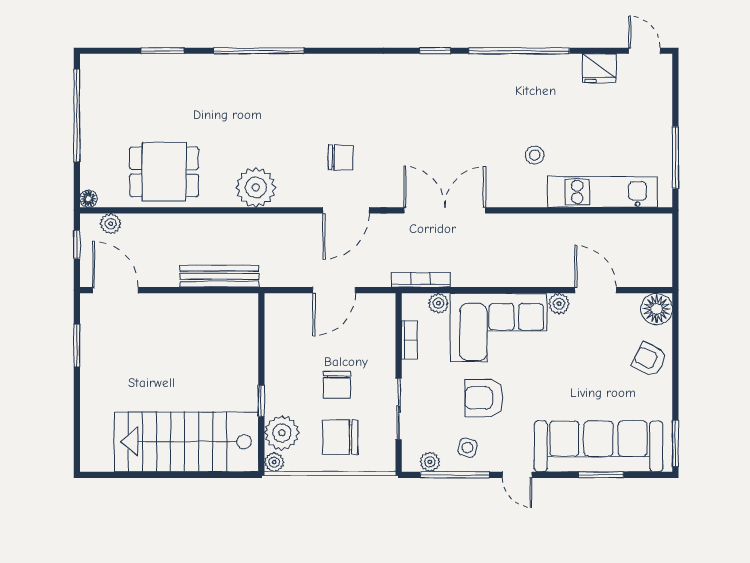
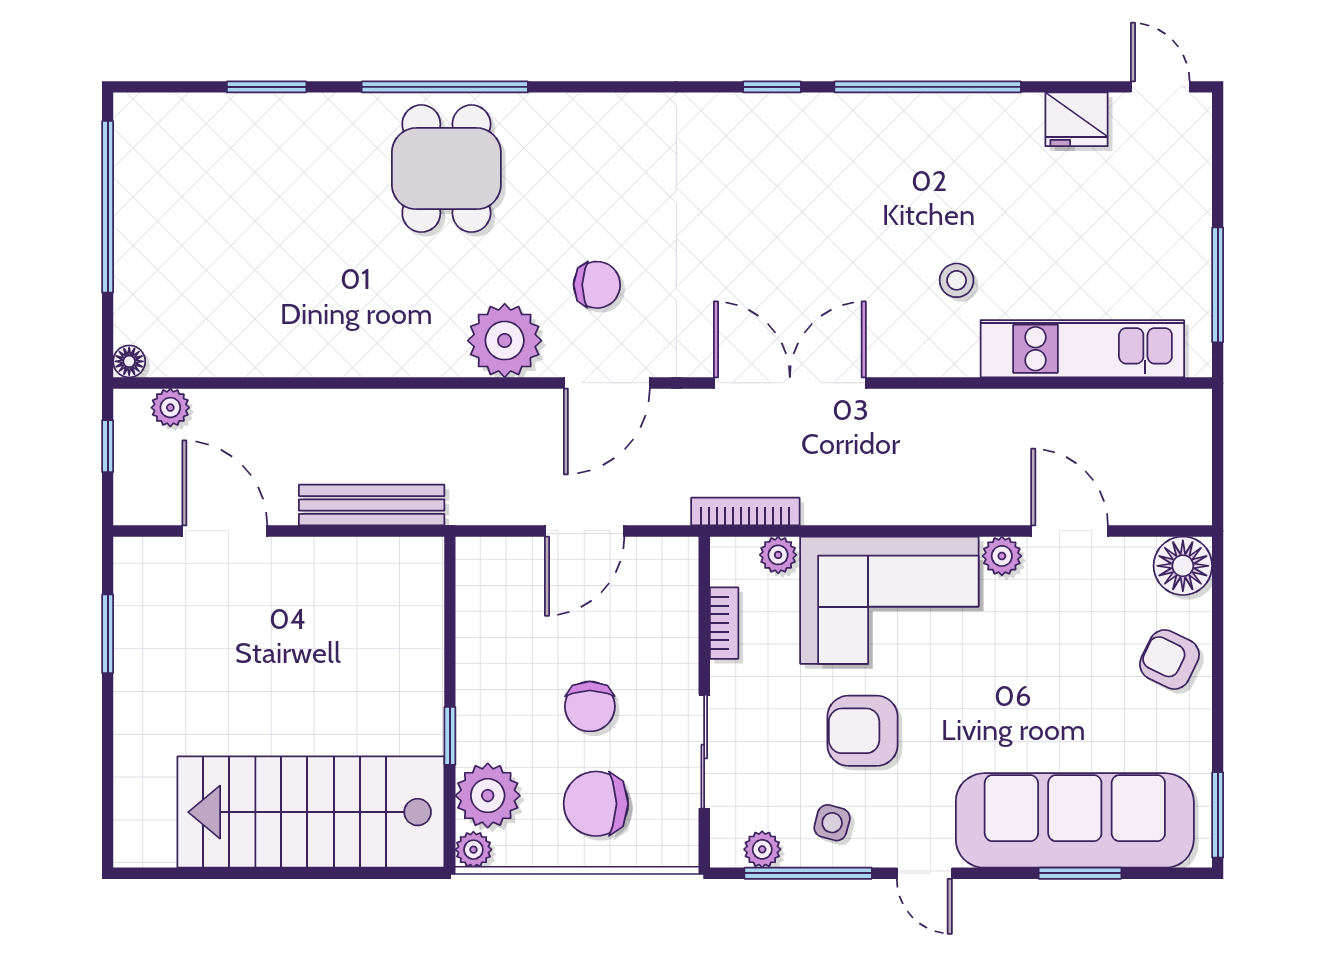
dining table: (164, 172) -> (446, 169), moved, turned 90
plant: (256, 187) -> (505, 341), moved
door: (115, 290) -> (225, 531), moved

